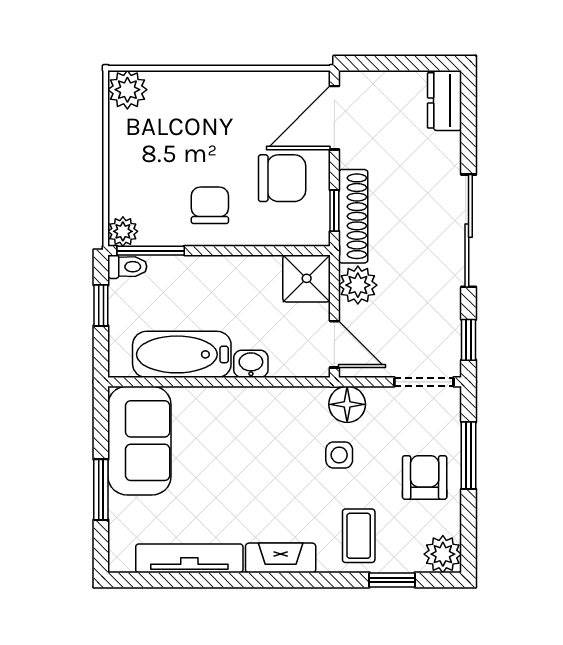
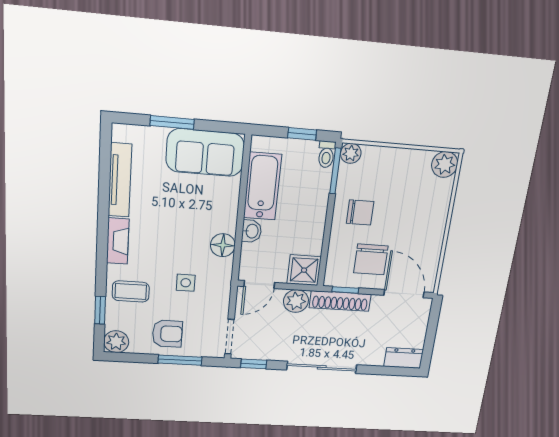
floor lamp: (347, 404) -> (223, 245), moved

